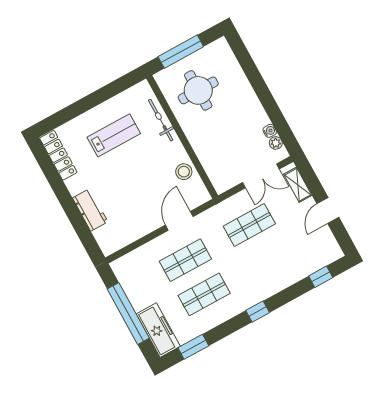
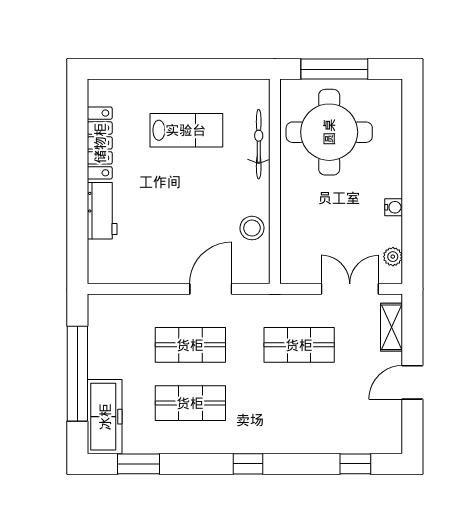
round table: (198, 90) -> (329, 132), width x1.36, depth x1.36
water cooler: (270, 131) -> (394, 207), moved
locker: (58, 155) -> (100, 143), moved
double door: (261, 176) -> (350, 289), swing flipped

